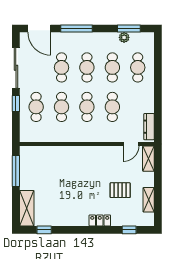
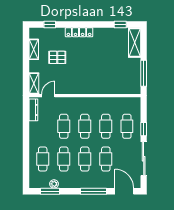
locker: (100, 220) -> (79, 32), width x1.53

